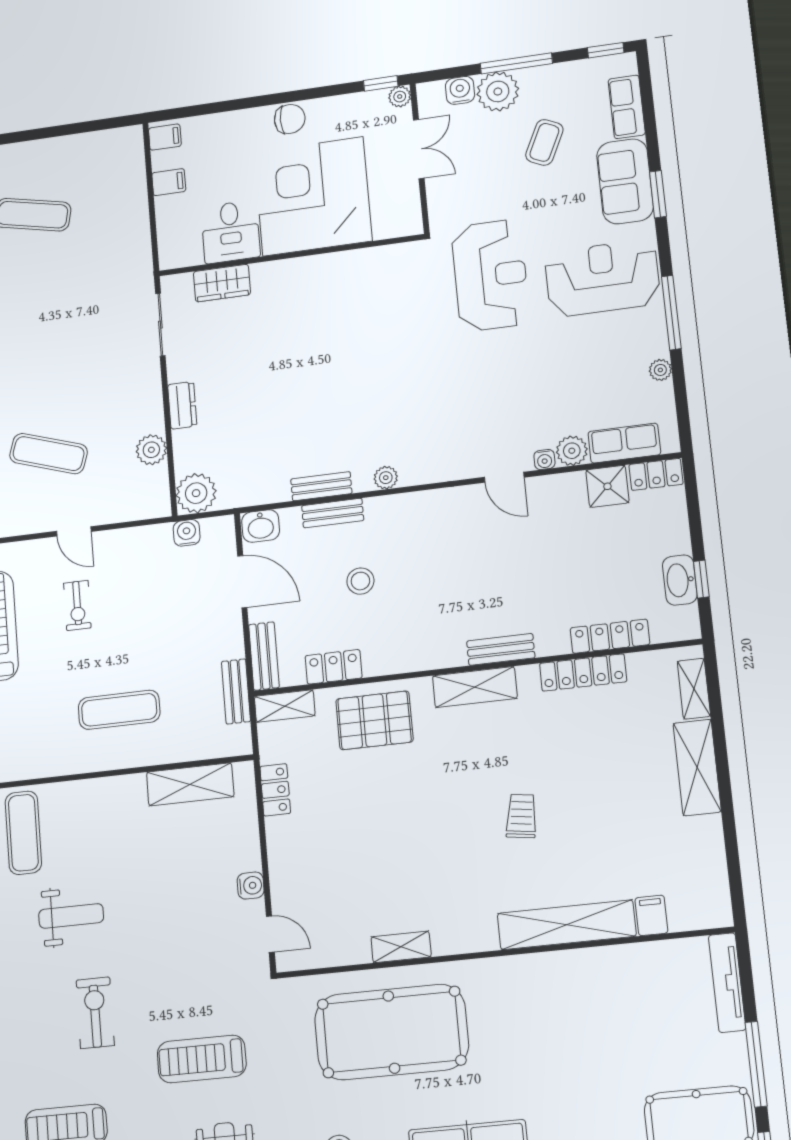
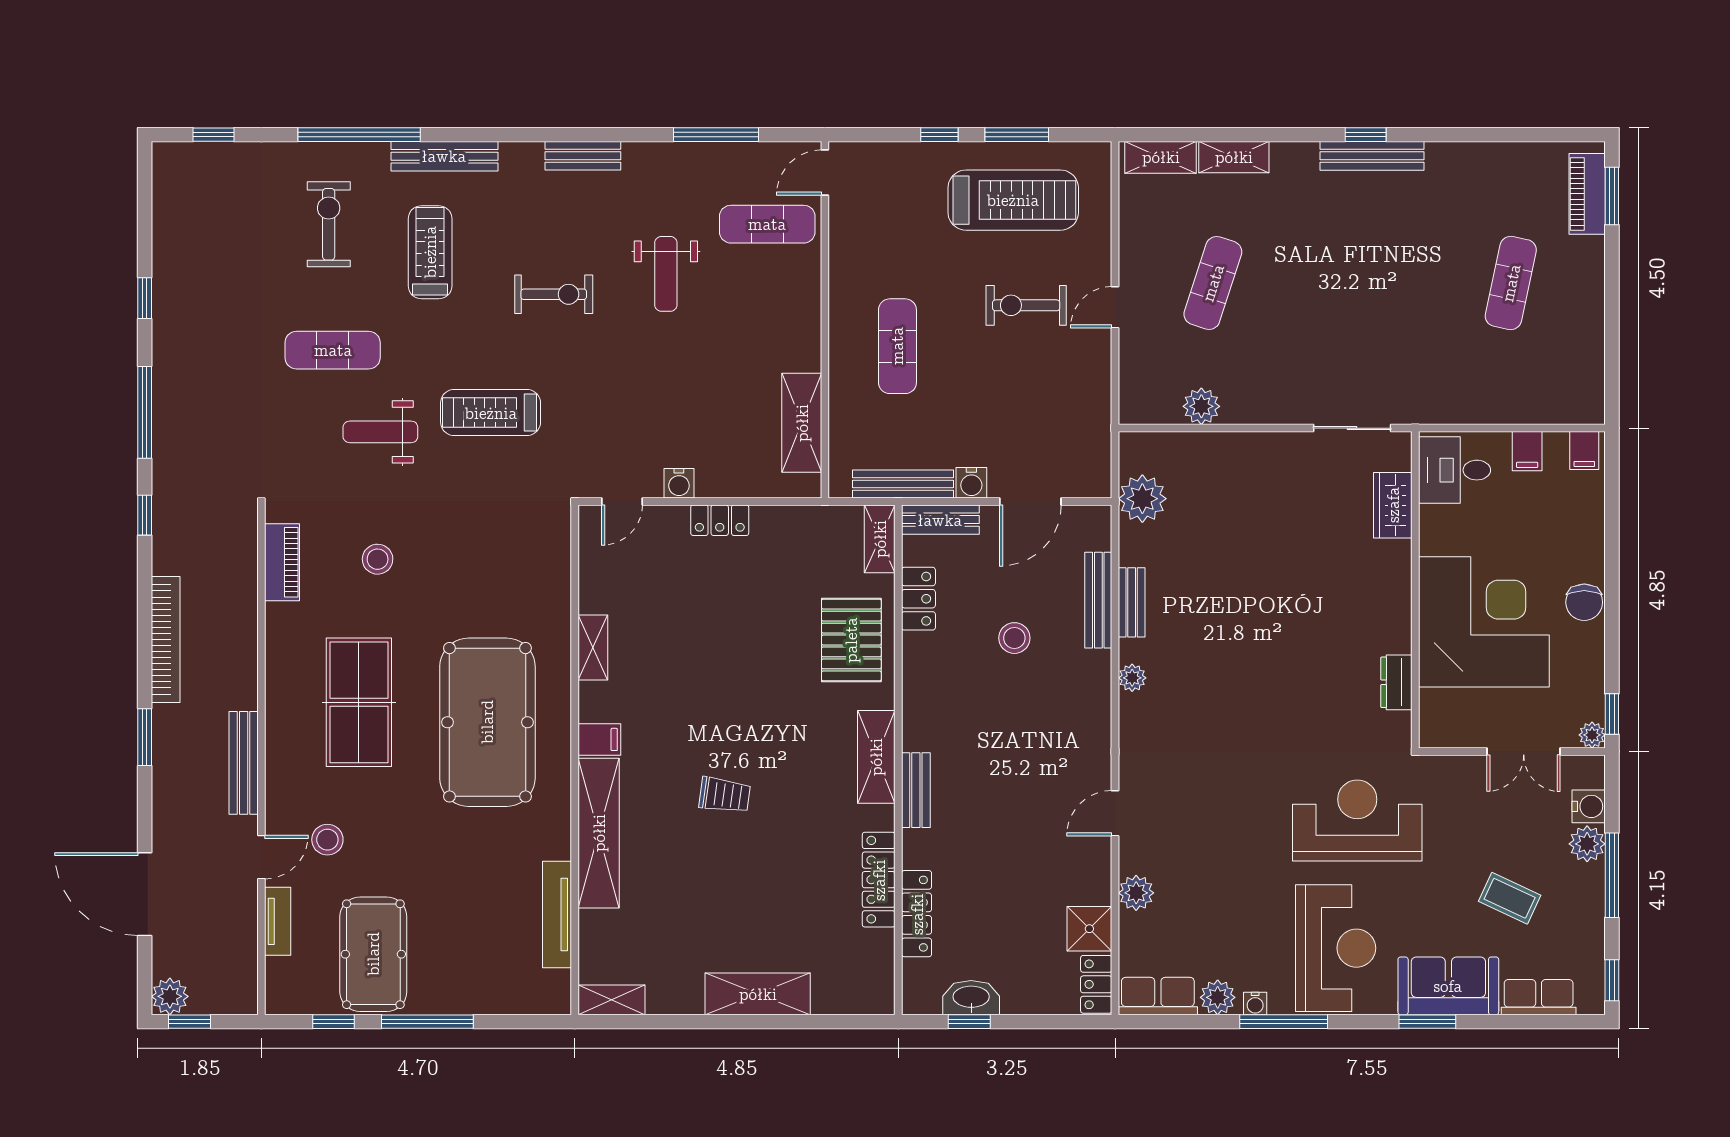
plant: (498, 91) -> (1587, 844), width x0.73, depth x0.73
desk: (231, 232) -> (1454, 470), moved
reception desk: (490, 275) -> (1357, 820), turned 180
plant: (660, 370) -> (1218, 997), width x1.38, depth x1.38
dresser: (182, 405) -> (1396, 682), moved, turned 90
row of seats: (624, 443) -> (1158, 996), moved, turned -90
water cooler: (544, 460) -> (1255, 1003), moved, turned -90
plant: (196, 493) -> (1142, 499), moved
bench: (333, 513) -> (1098, 600), width x1.36
washbasin: (261, 526) -> (1094, 528), removed
water cooler: (187, 533) -> (971, 483), moved, turned 90
exercise bike: (77, 605) -> (1026, 305), width x1.38, depth x1.39
shelving: (694, 689) -> (611, 1000), moved
bench: (236, 691) -> (903, 484), width x1.36
locker: (275, 790) -> (720, 520), moved
filing cabinet: (651, 915) -> (599, 739), moved
tv unit: (727, 983) -> (557, 914), moved, turned -90
pool table: (391, 1032) -> (487, 722), moved
treadmill: (202, 1059) -> (491, 413), turned -90

